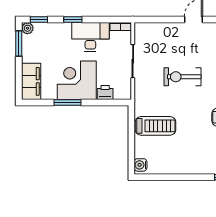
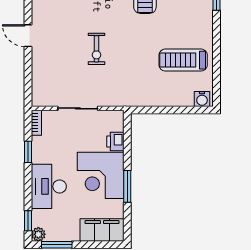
window: (73, 19) -> (28, 152), moved
desk: (90, 37) -> (49, 186), moved
exercise bike: (182, 77) -> (96, 49), width x0.73, depth x0.72
treadmill: (156, 126) -> (183, 60), moved, turned -90

